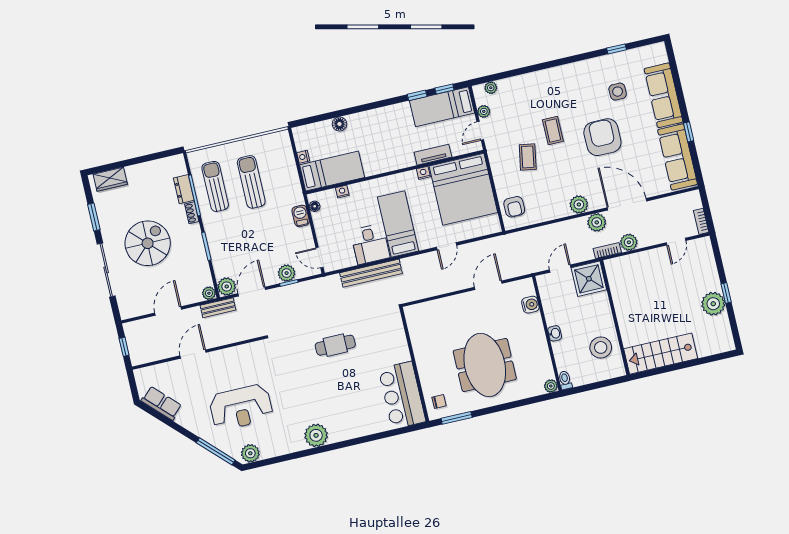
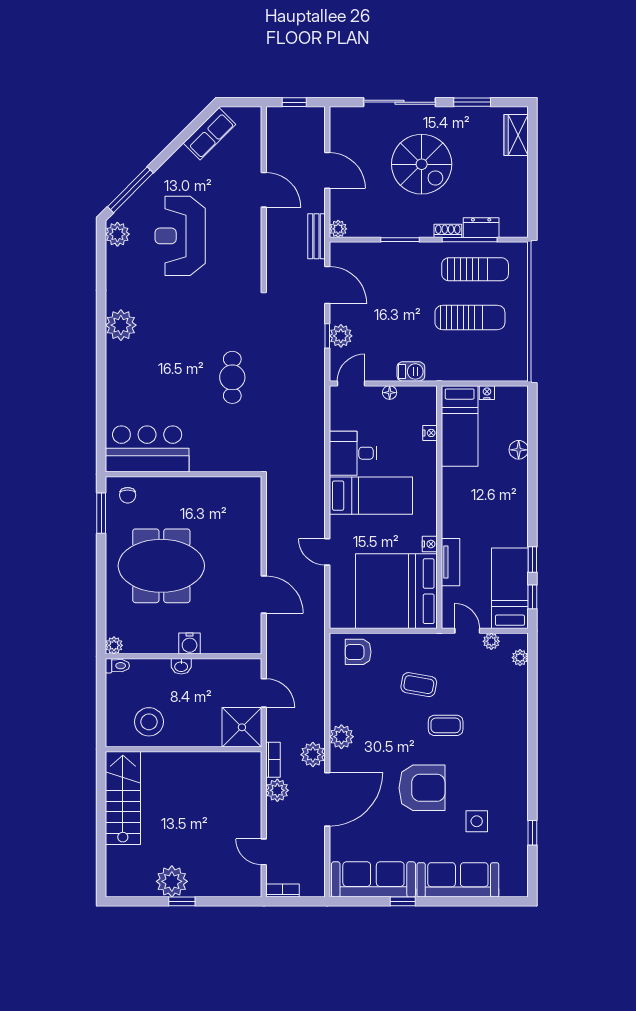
floor lamp: (315, 206) -> (390, 393), moved
bench: (371, 273) -> (315, 446), removed
plant: (227, 286) -> (341, 254), removed
water cooler: (530, 305) -> (190, 643), moved

